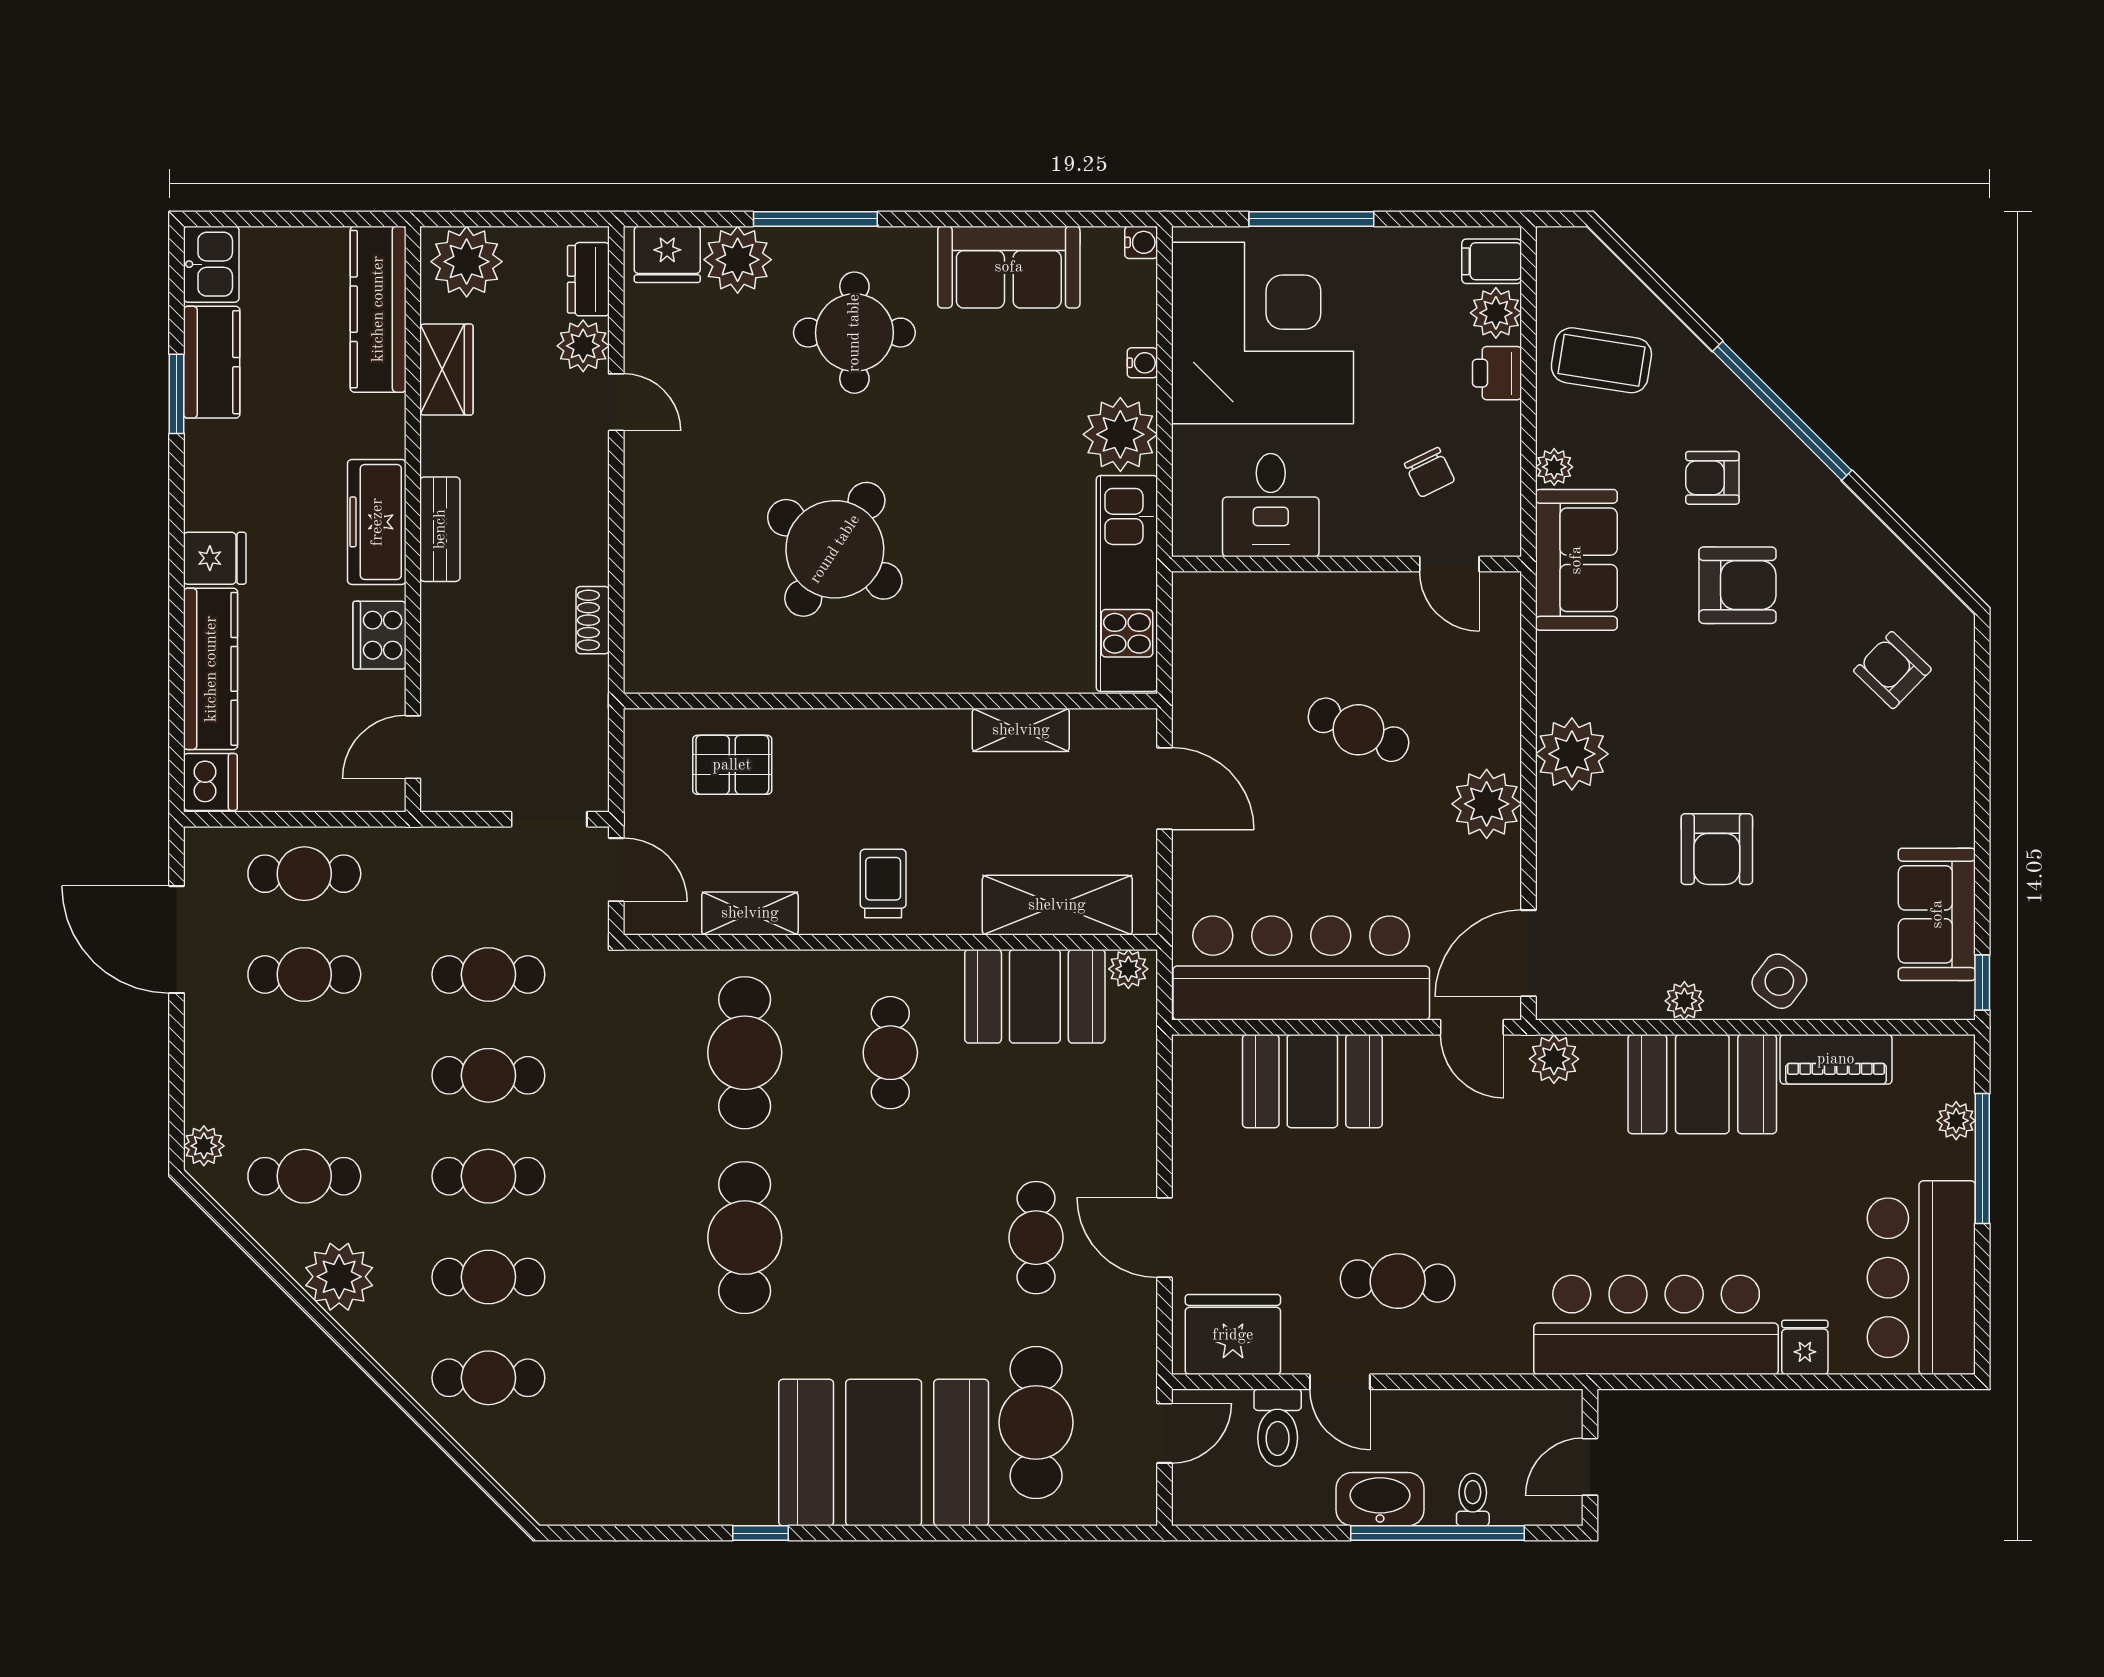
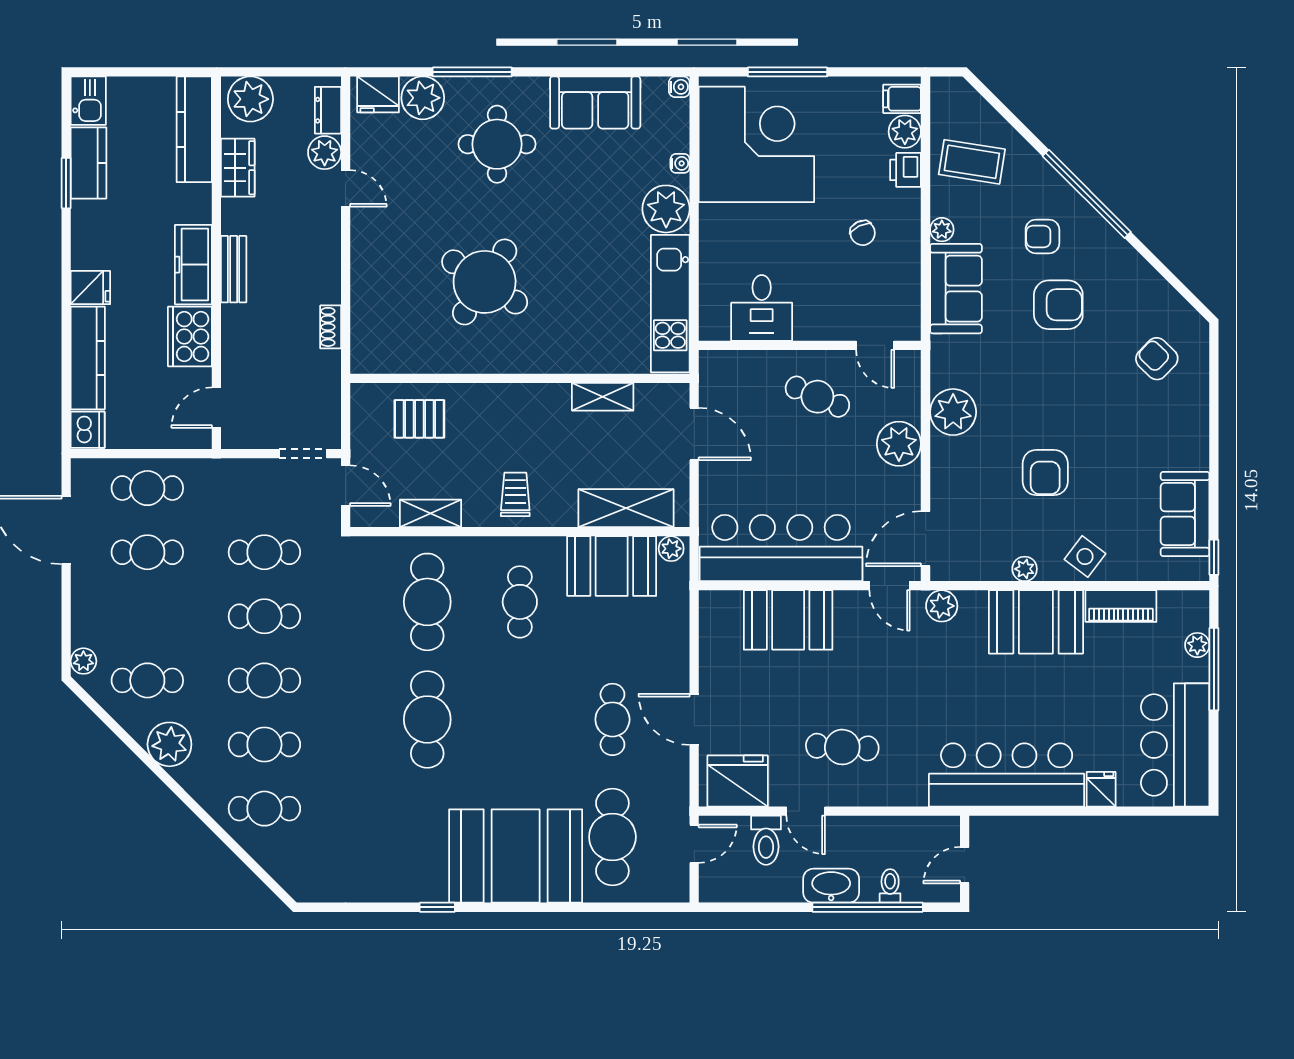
desk: (1271, 505) -> (762, 308), moved
wall: (1347, 564) -> (810, 345), moved
door: (1449, 564) -> (875, 345), moved
cooker: (379, 635) -> (190, 336), width x1.37, depth x1.31

